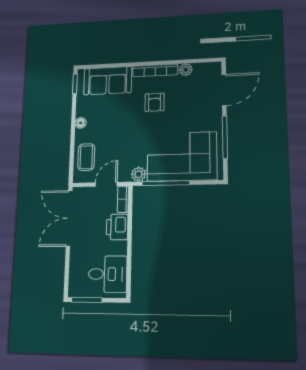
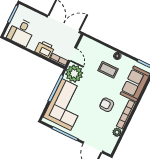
coffee table: (86, 157) -> (108, 70), moved
plant: (139, 174) -> (74, 74), width x1.87, depth x1.87

